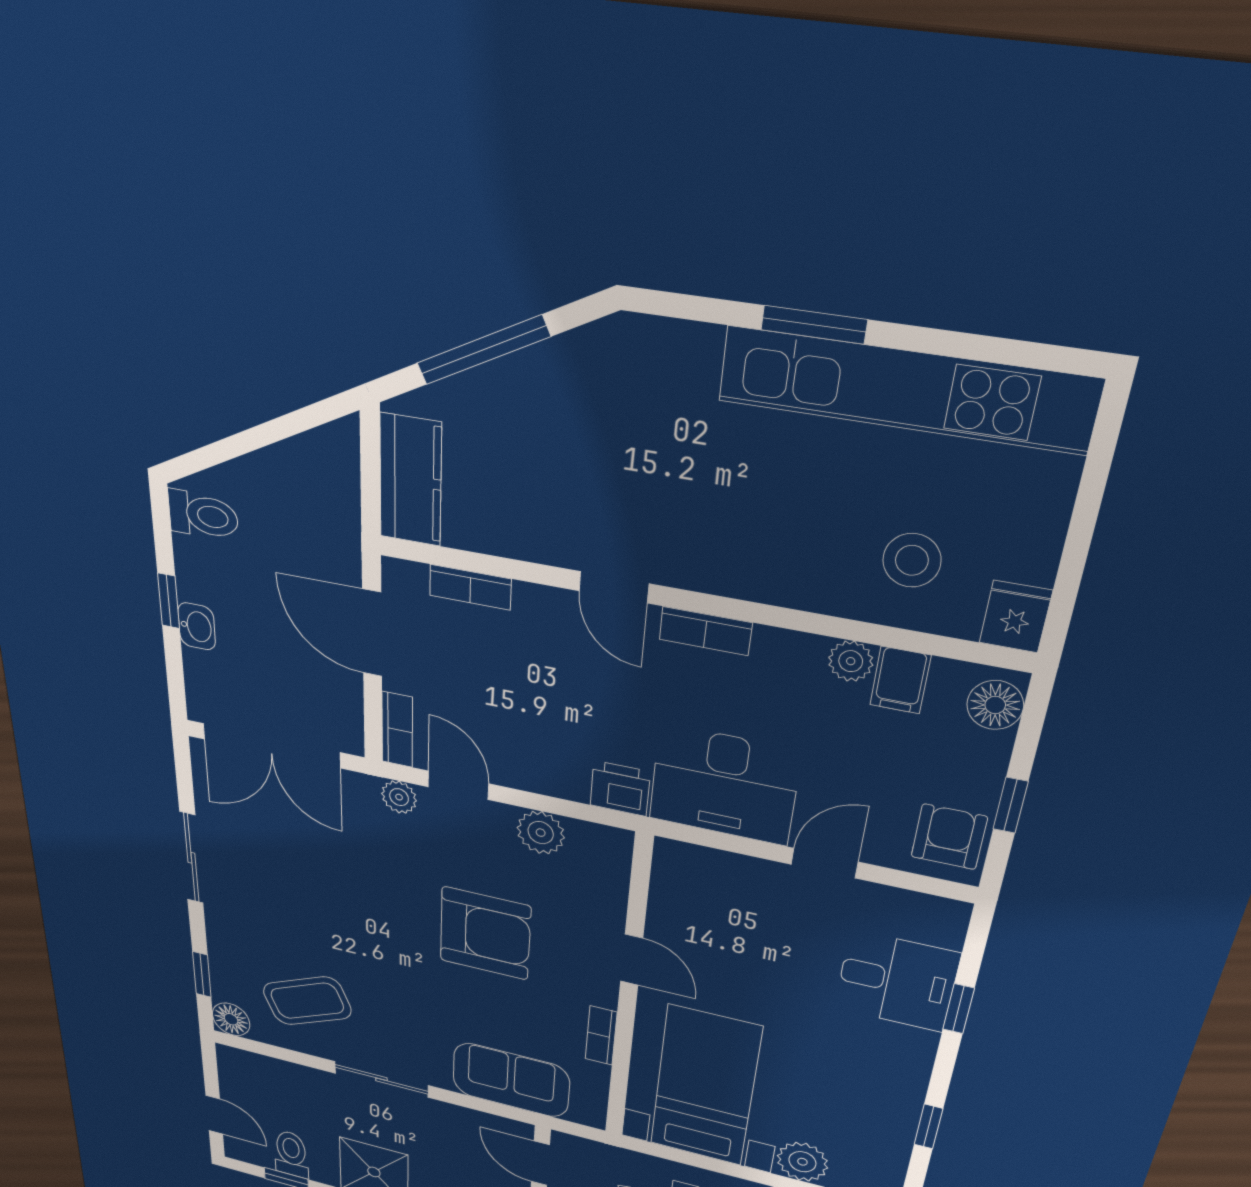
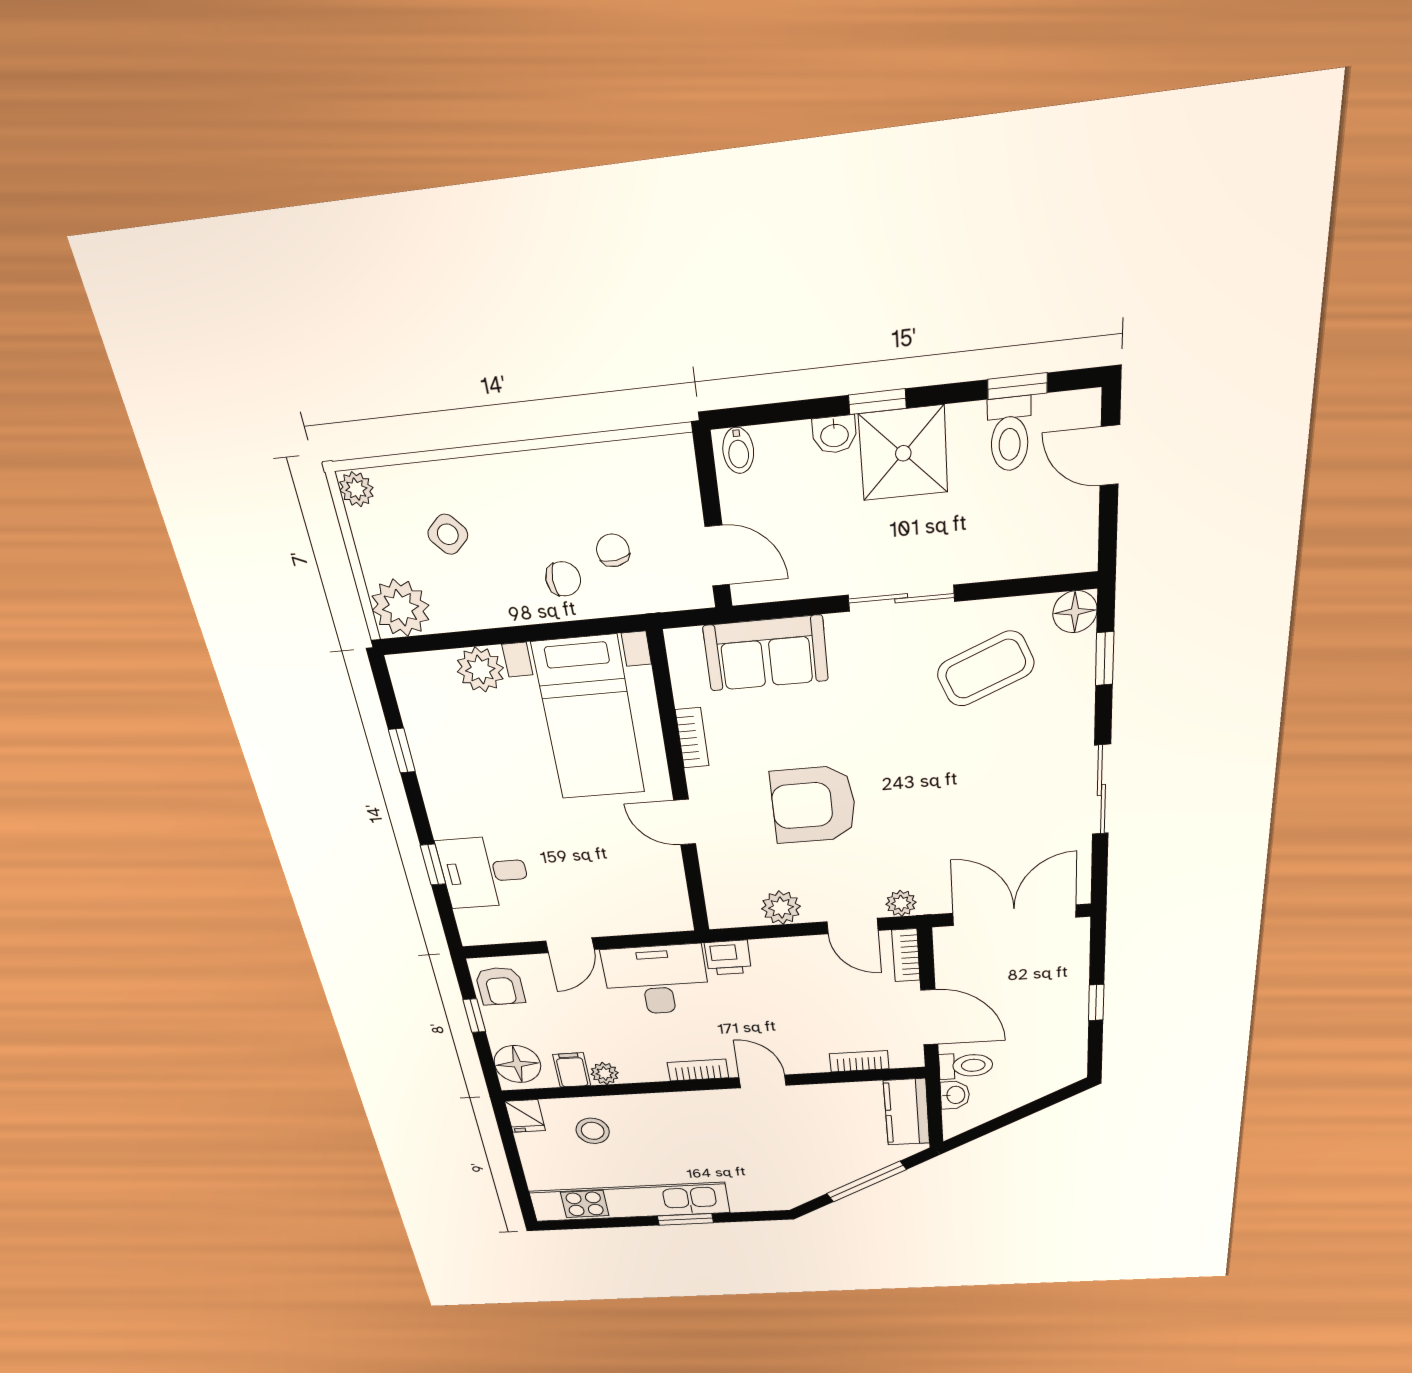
toilet: (203, 515) -> (966, 1066), moved, turned 180
washbasin: (197, 626) -> (955, 1095), moved, turned 180
floor lamp: (995, 705) -> (517, 1064), width x1.38, depth x1.38

